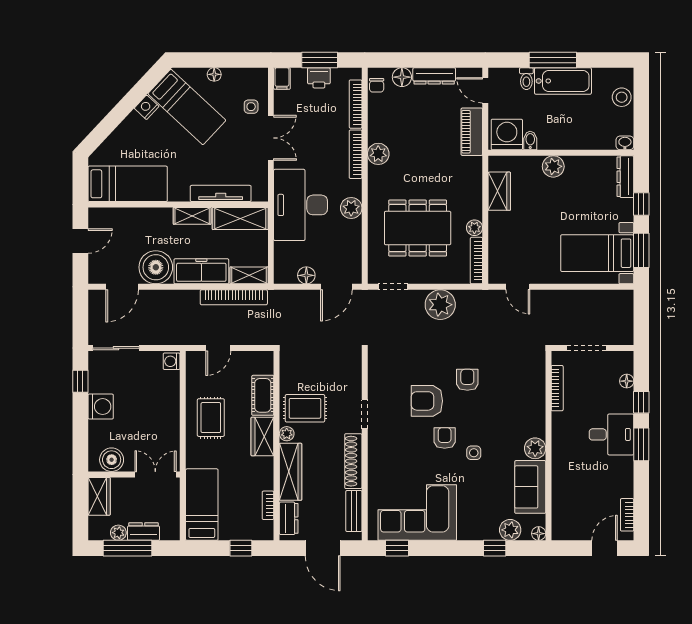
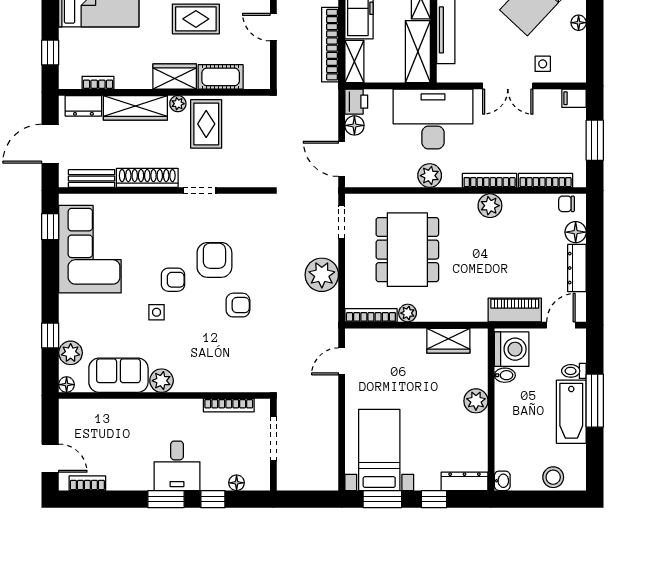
printer: (319, 78) -> (356, 102), moved, turned 180

